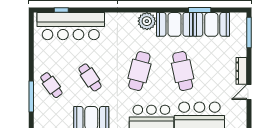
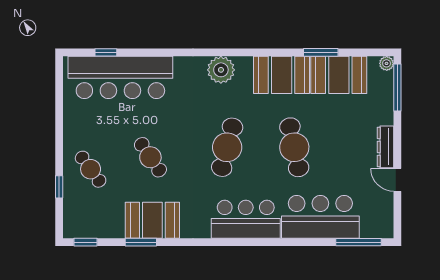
plant: (242, 17) -> (387, 63), added
plant: (147, 21) -> (221, 70), moved
door: (249, 92) -> (397, 180), hinge flipped
window: (31, 97) -> (59, 187), width x0.46

